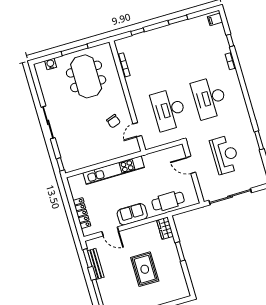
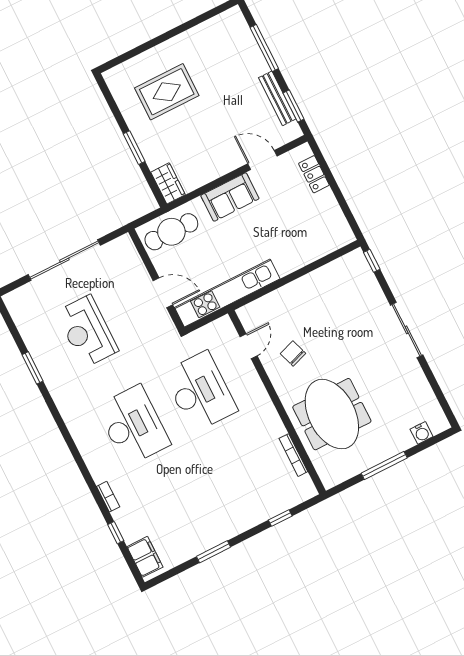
filing cabinet: (215, 19) -> (145, 557), width x2.00
meeting table: (86, 76) -> (332, 414), moved
door: (191, 165) -> (163, 293), moved
kitchen unit: (114, 170) -> (227, 293), moved
wall: (193, 173) -> (156, 280), moved
locker: (82, 213) -> (314, 174), width x0.66
rug: (145, 269) -> (167, 92), moved, turned 90

